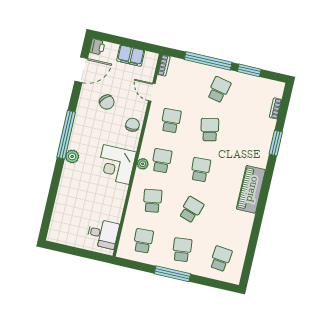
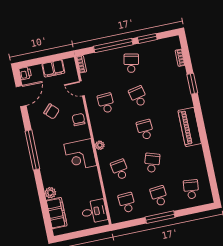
plant: (72, 156) -> (50, 193), moved
school desk: (162, 161) -> (113, 136), removed
filing cabinet: (61, 217) -> (57, 213), added

